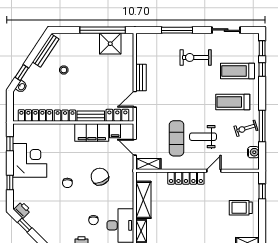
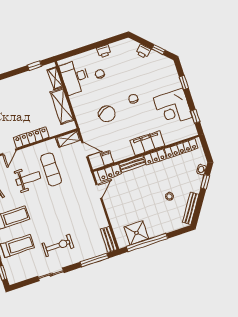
window: (177, 30) -> (94, 260), moved
sliding door: (226, 30) -> (51, 274), moved
bench: (141, 77) -> (109, 239), moved
filing cabinet: (92, 132) -> (147, 143), moved
printer: (22, 210) -> (143, 51), moved

